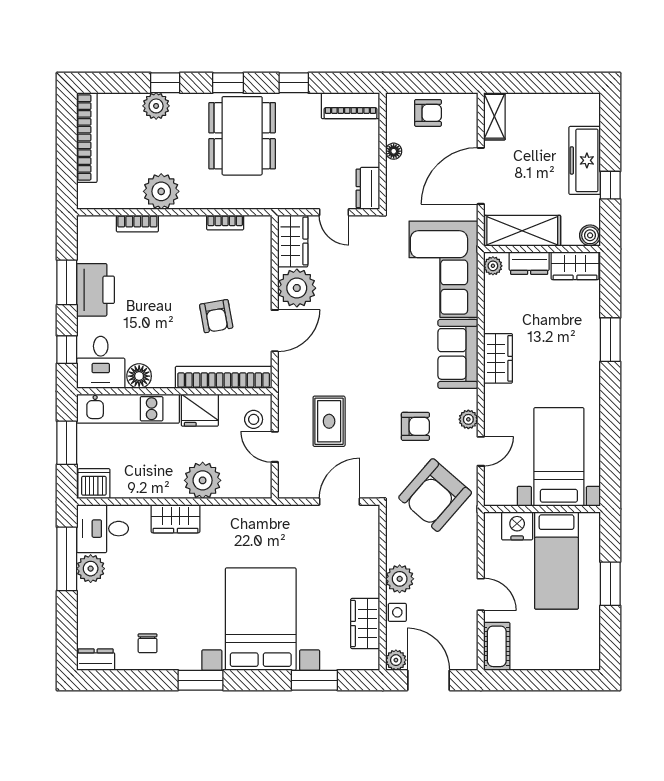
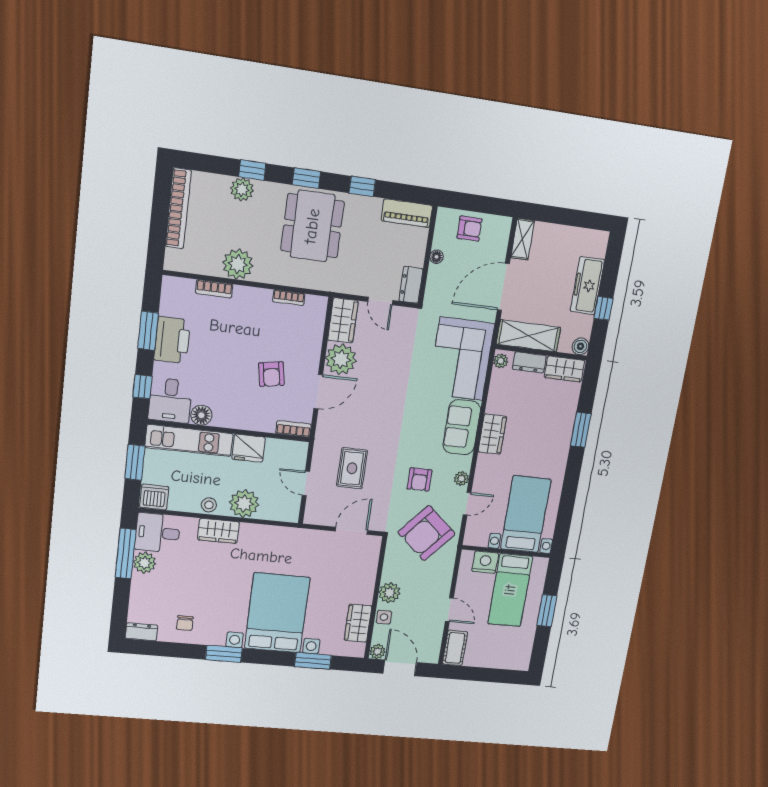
bookcase: (224, 377) -> (293, 429), width x0.43, depth x0.76
stool: (254, 419) -> (209, 505), moved
armchair: (415, 426) -> (420, 479), turned 90

